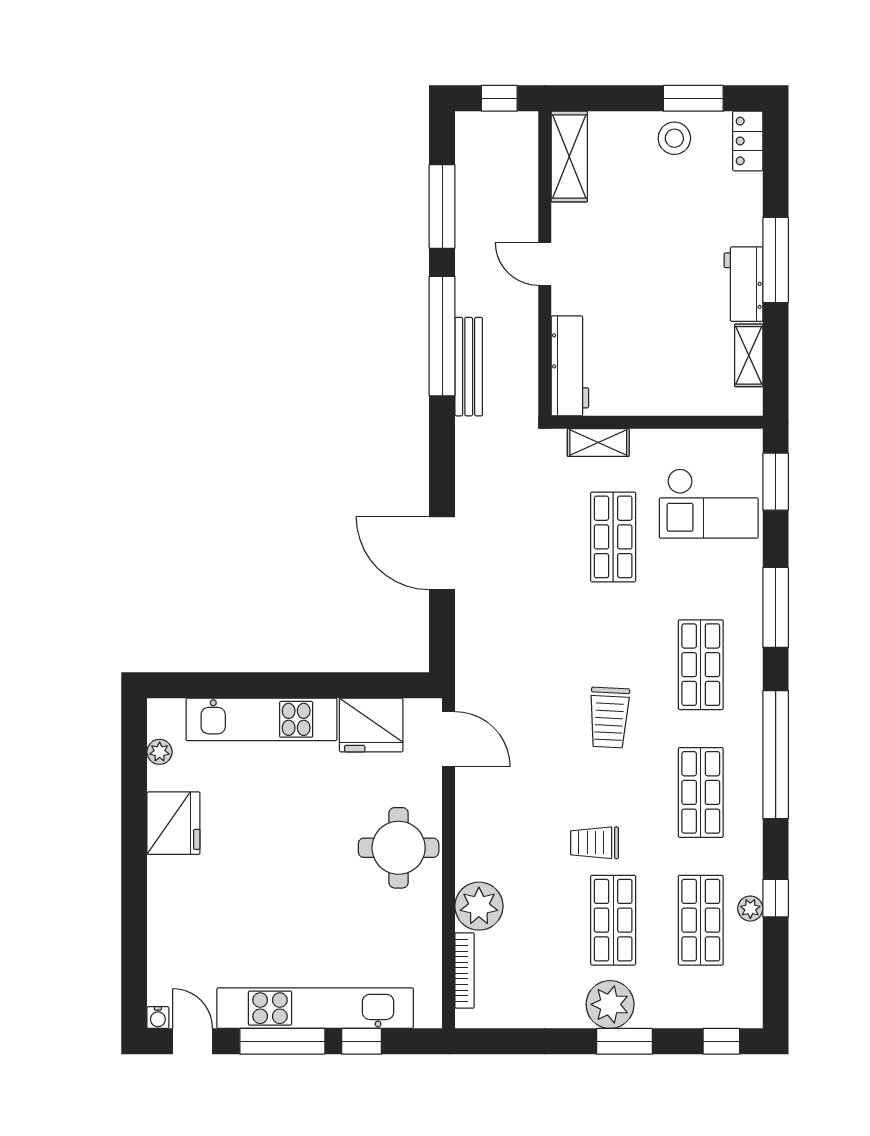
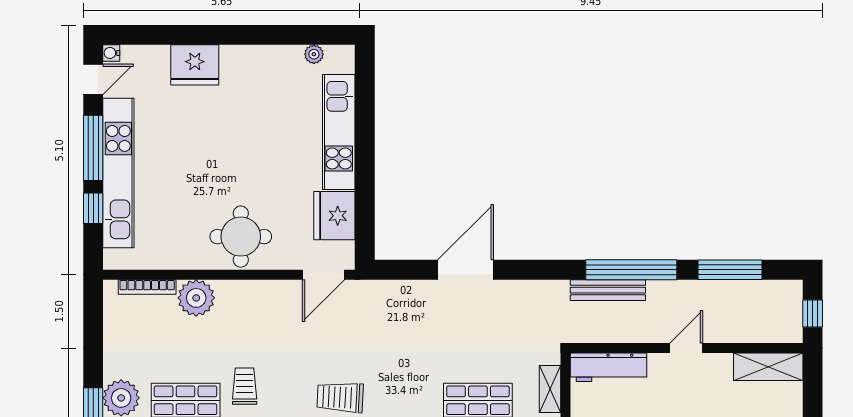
fridge: (173, 823) -> (195, 65), moved

